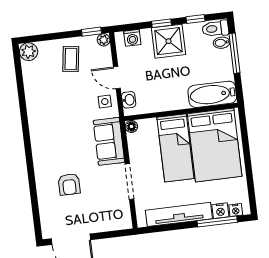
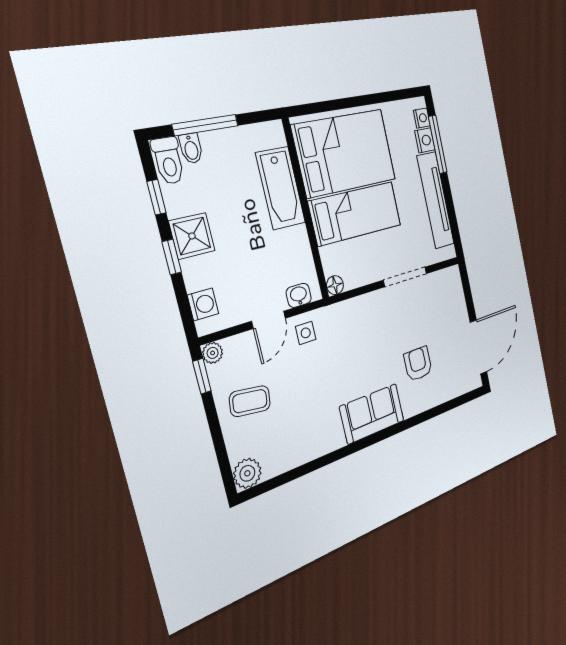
shower: (168, 41) -> (192, 236), width x0.73, depth x0.73
bathtub: (212, 94) -> (281, 188), moved
sofa: (109, 141) -> (372, 414), moved, turned 180
armchair: (69, 184) -> (418, 364), turned -90

